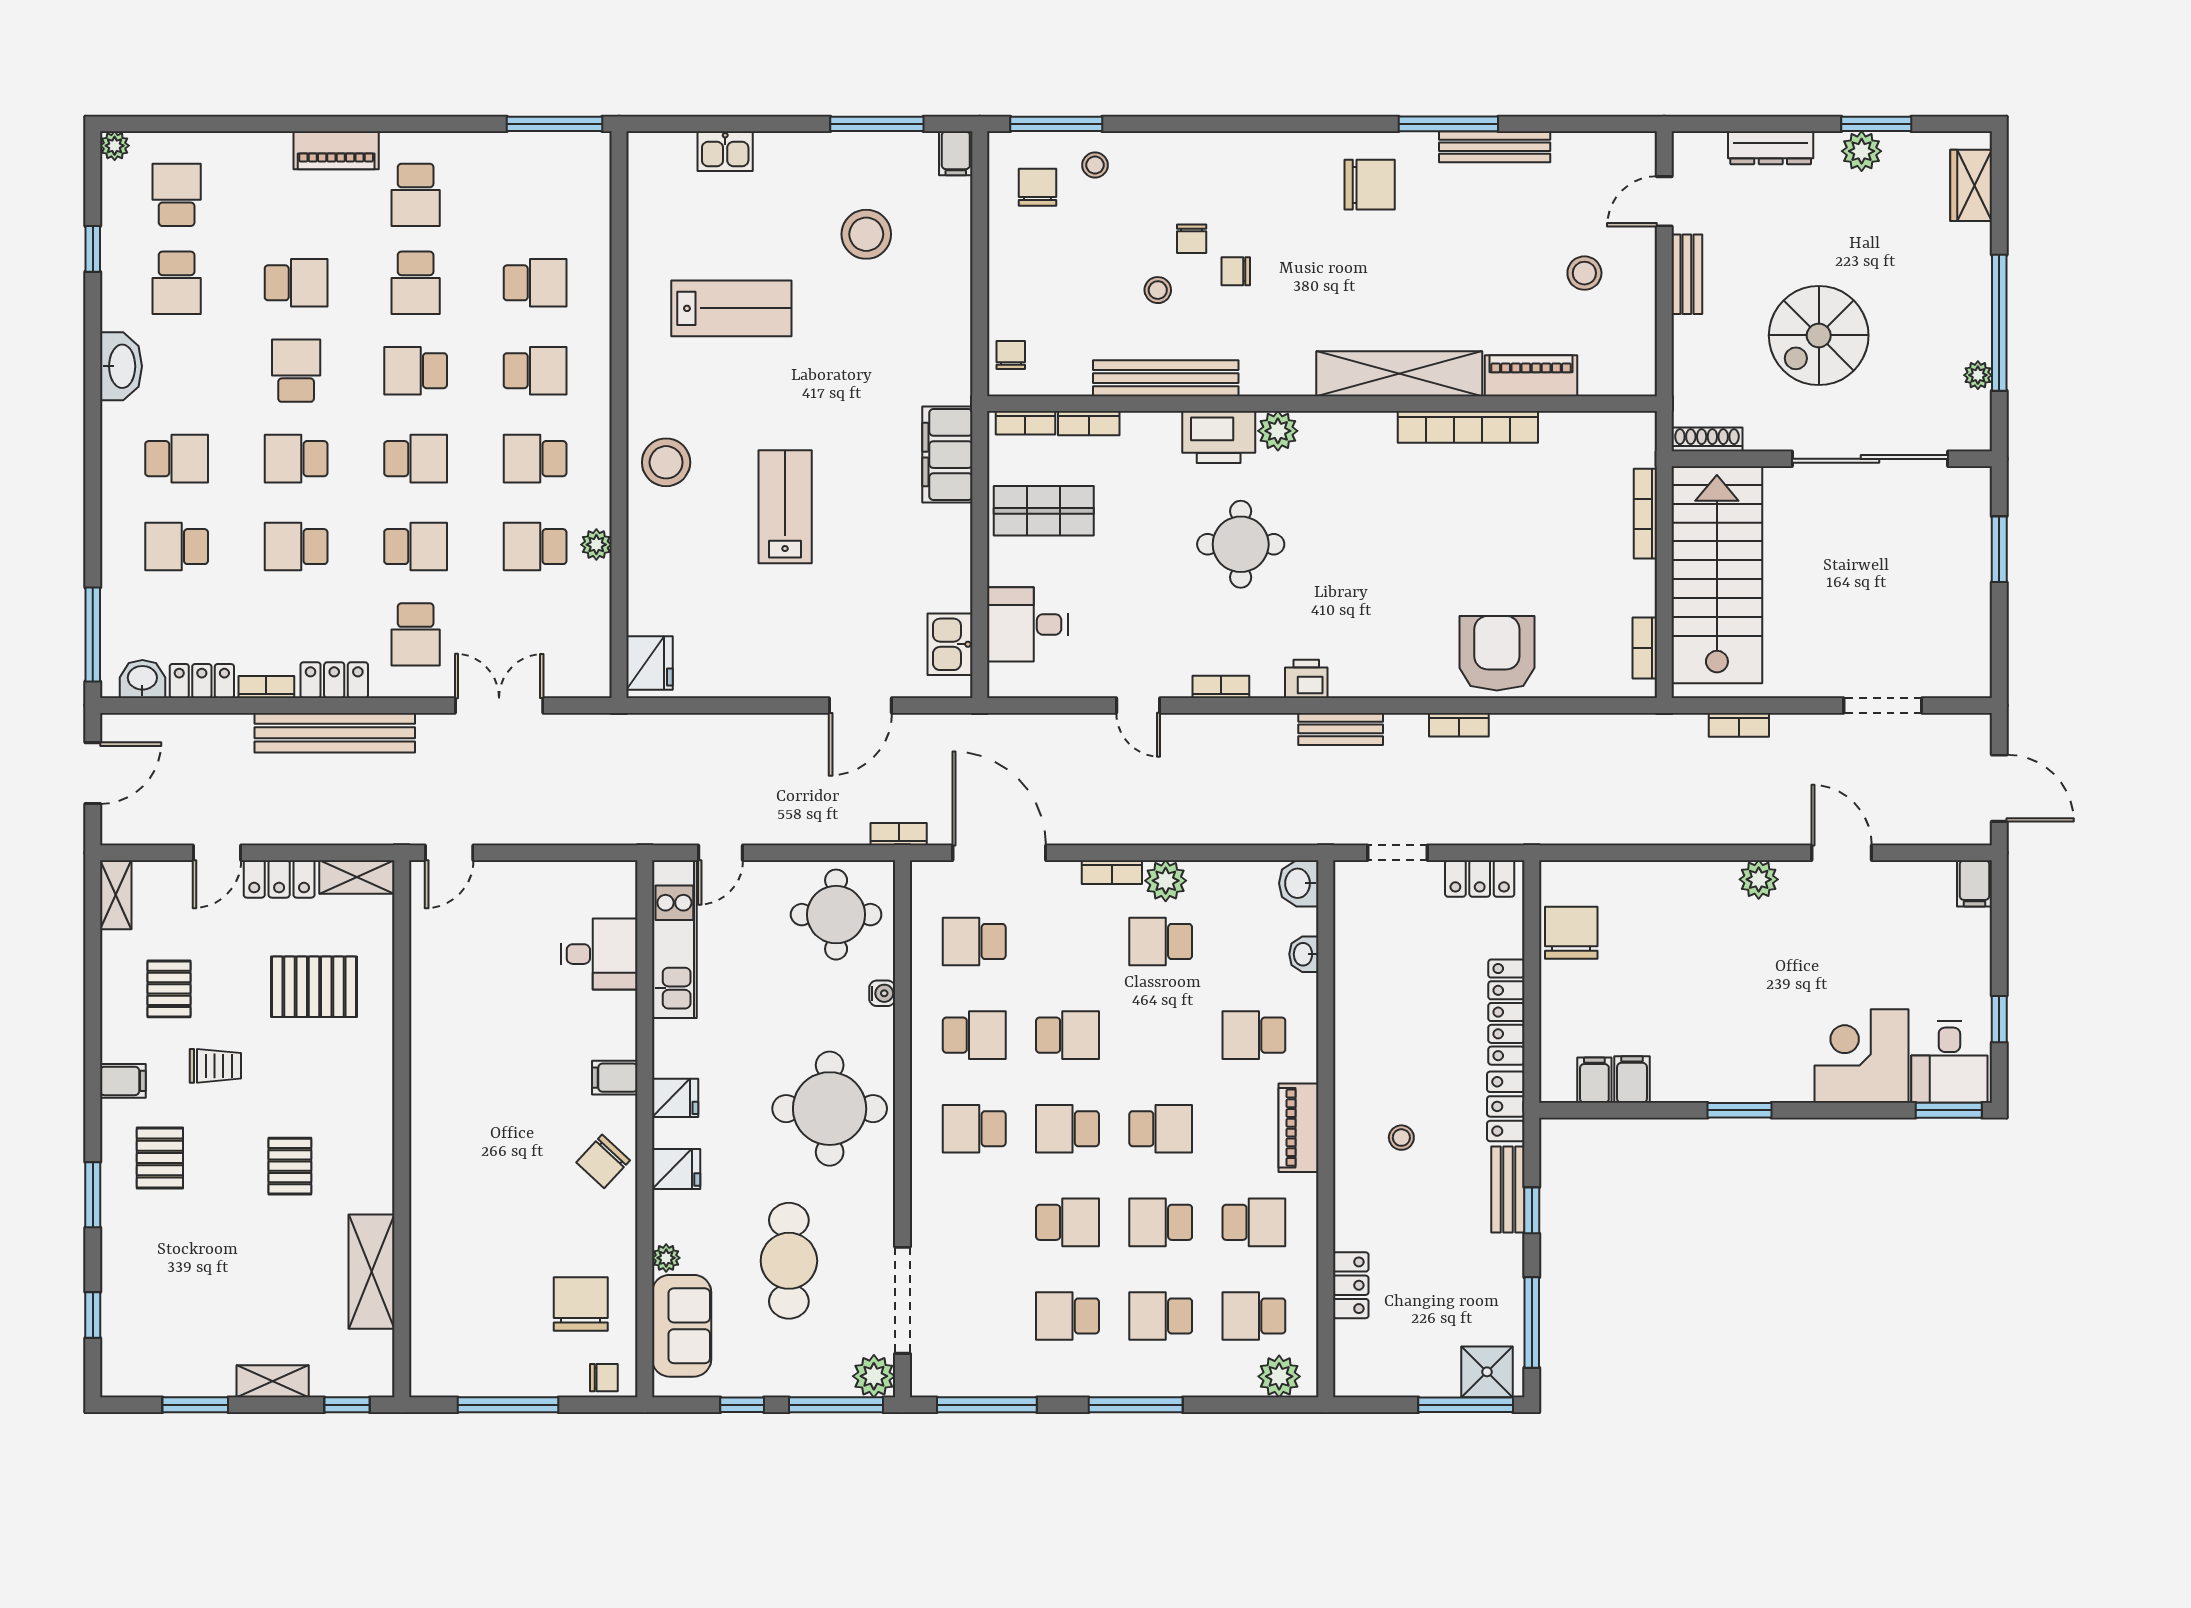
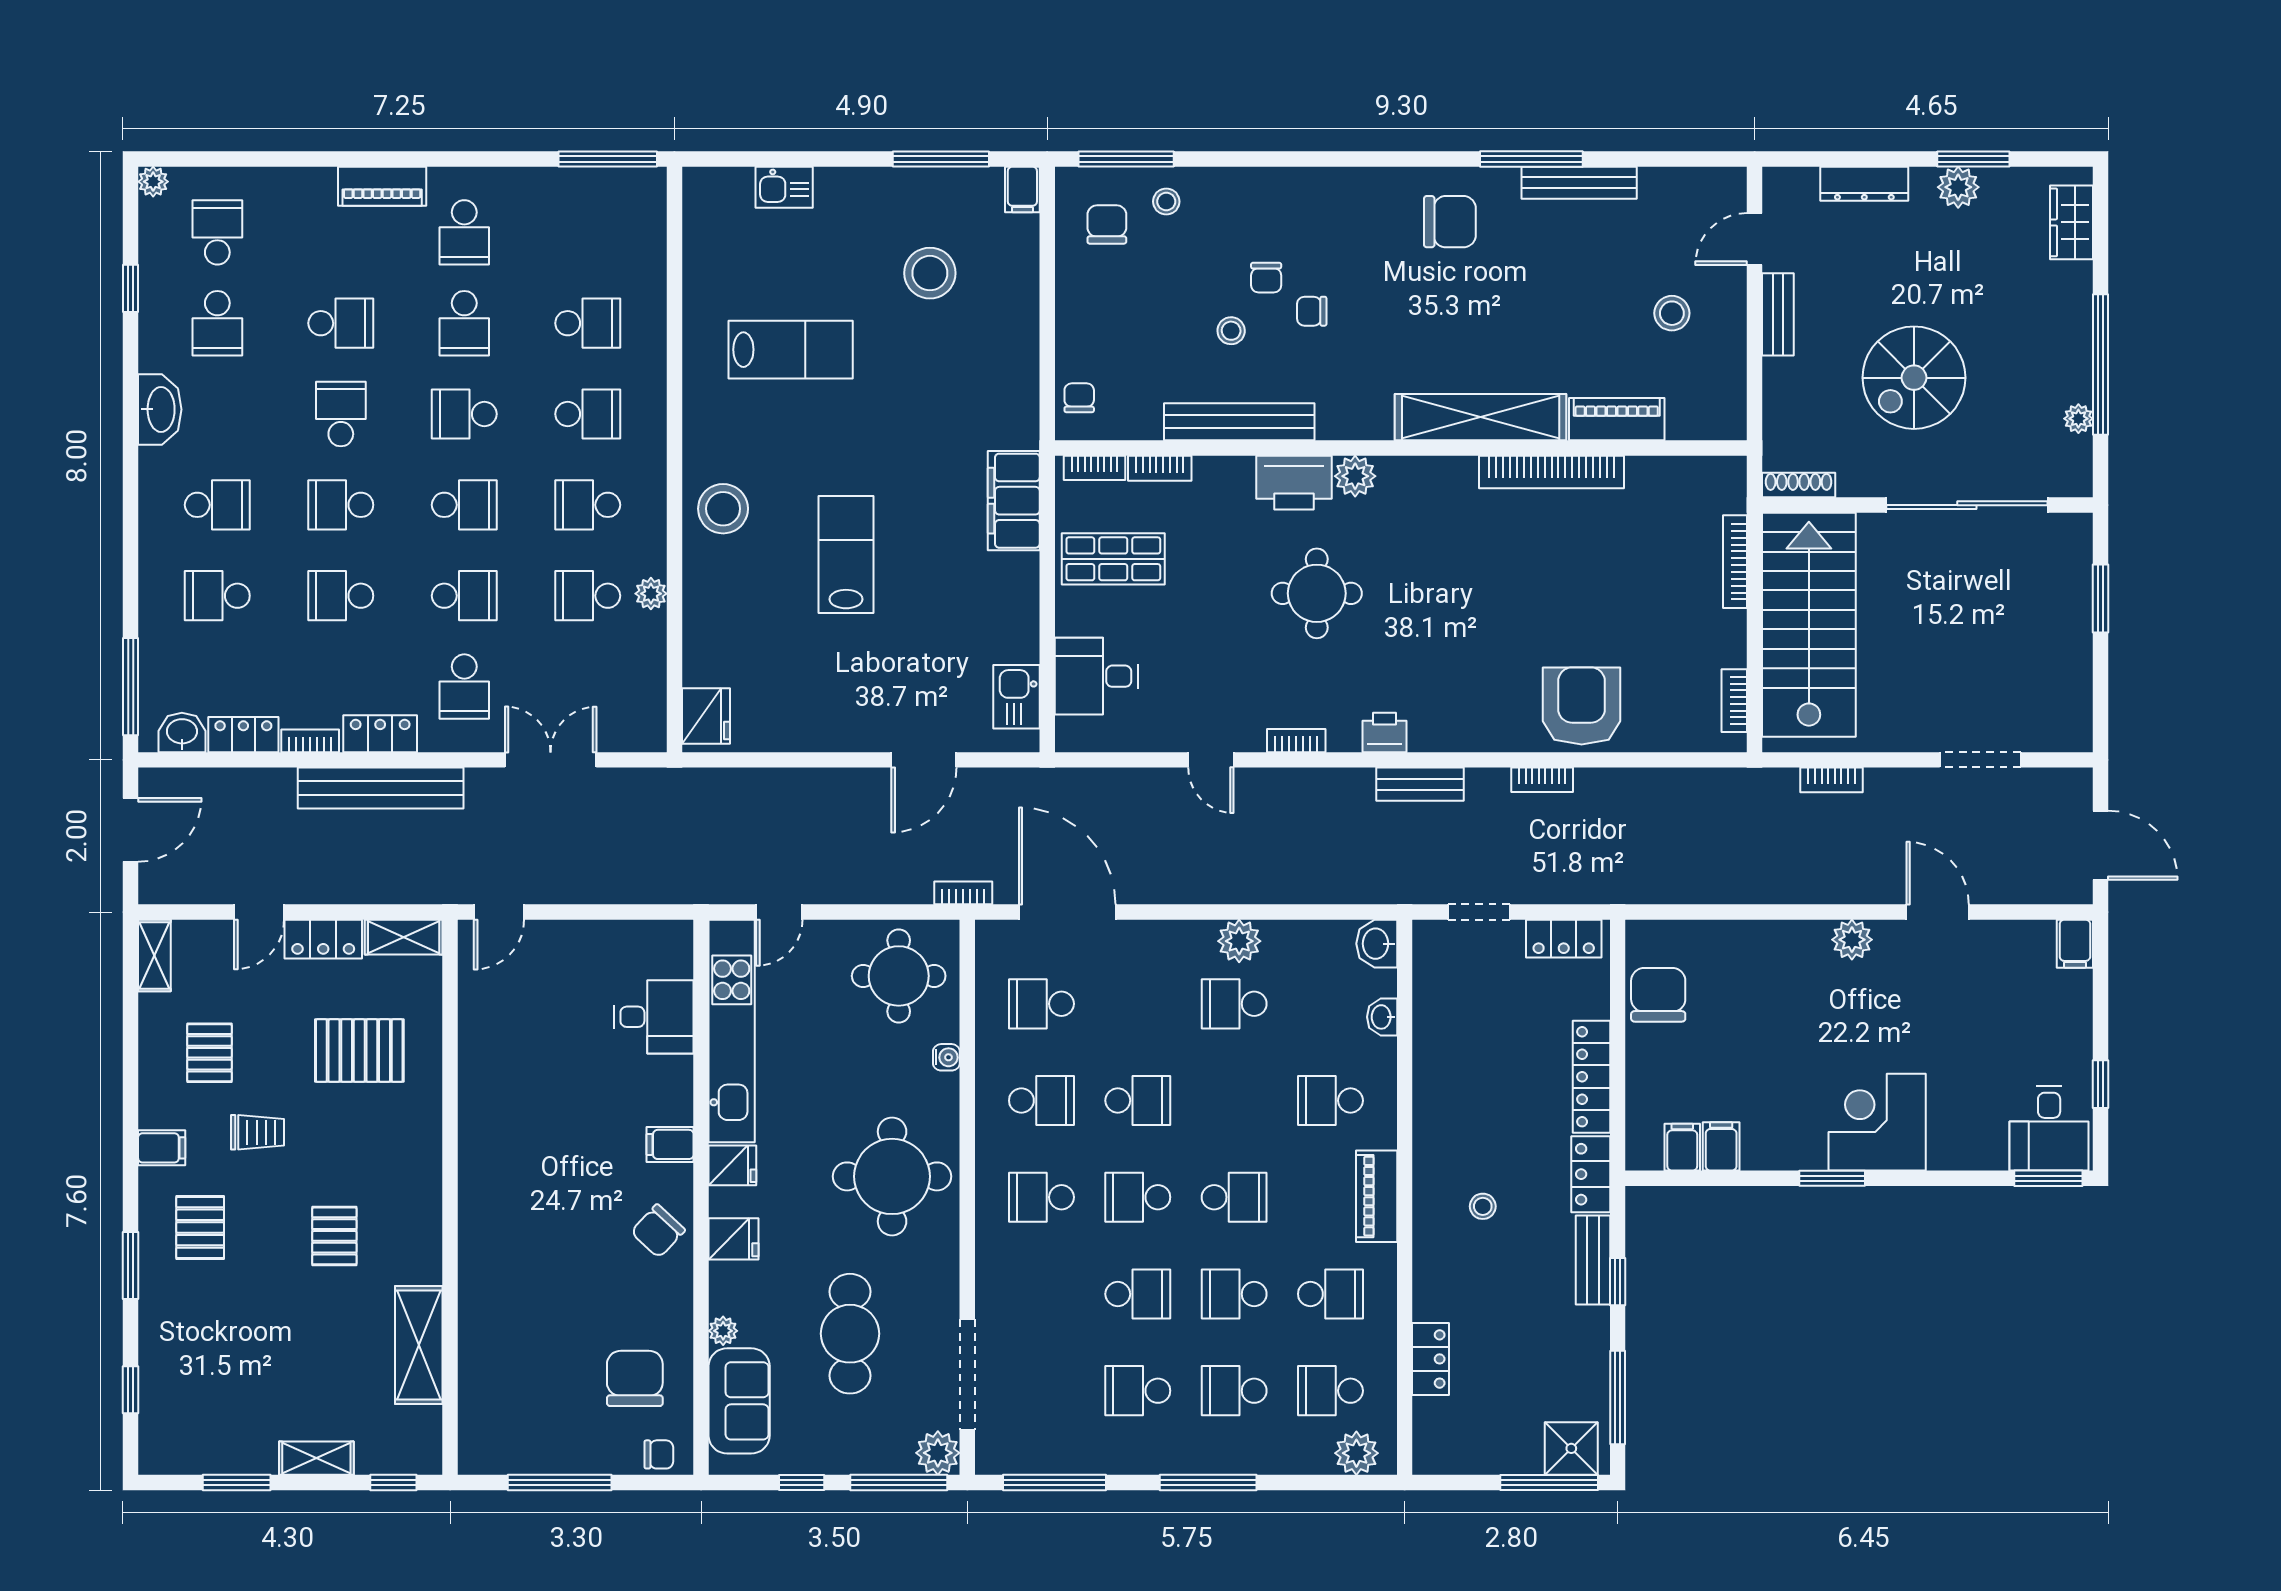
bookcase: (1112, 872) -> (1184, 932), removed
kitchen unit: (674, 939) -> (732, 1031), width x1.36
corner desk: (1862, 1056) -> (1877, 1122), moved

